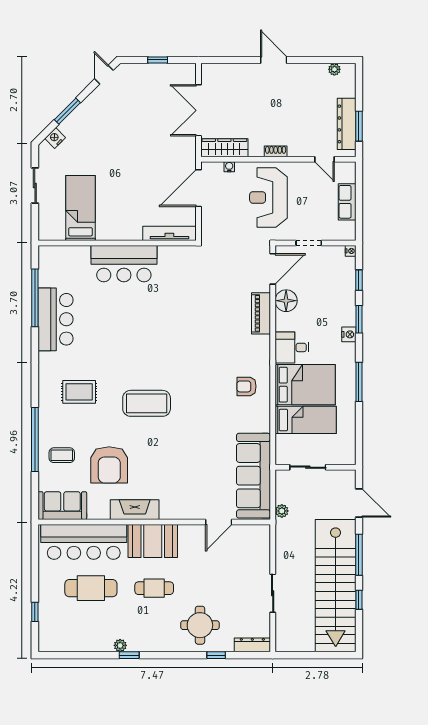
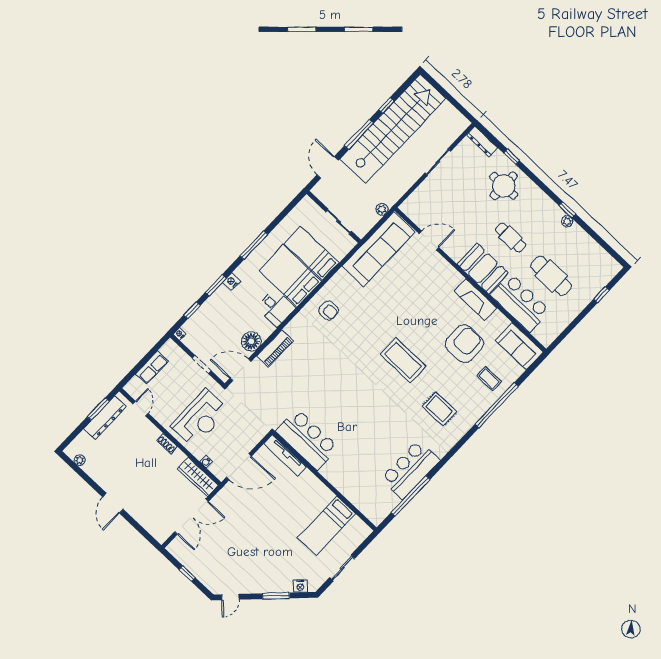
bar counter: (124, 264) -> (307, 439), moved
bar counter: (84, 542) -> (520, 303), width x0.73

